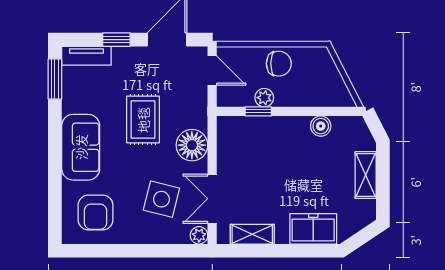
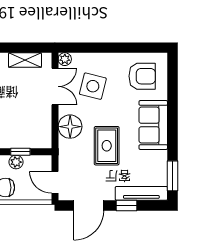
tv unit: (86, 56) -> (141, 193), width x1.41
armchair: (96, 212) -> (142, 76), turned 90

